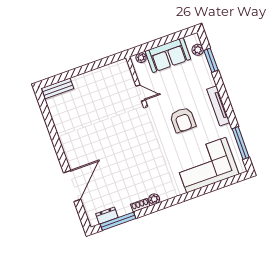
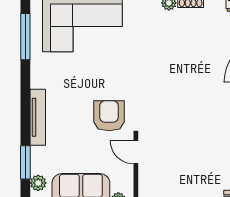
tv unit: (218, 106) -> (38, 117), moved
armchair: (183, 120) -> (109, 116), moved

